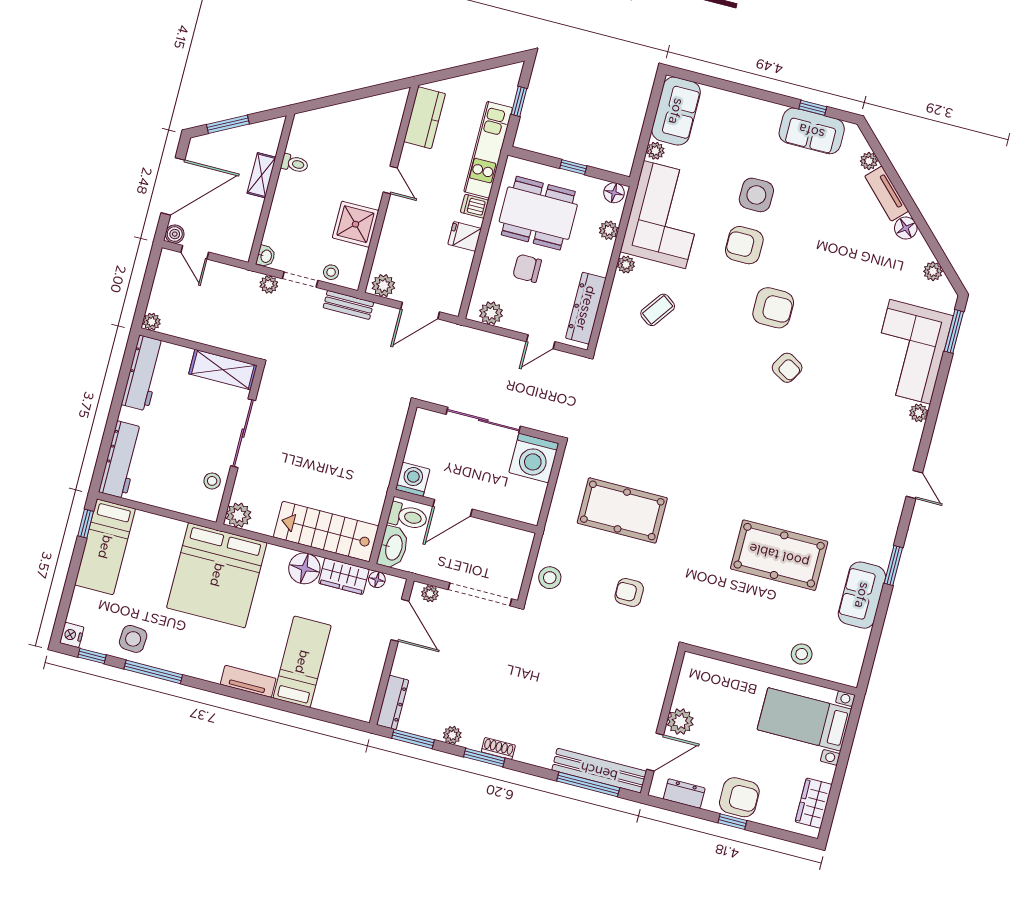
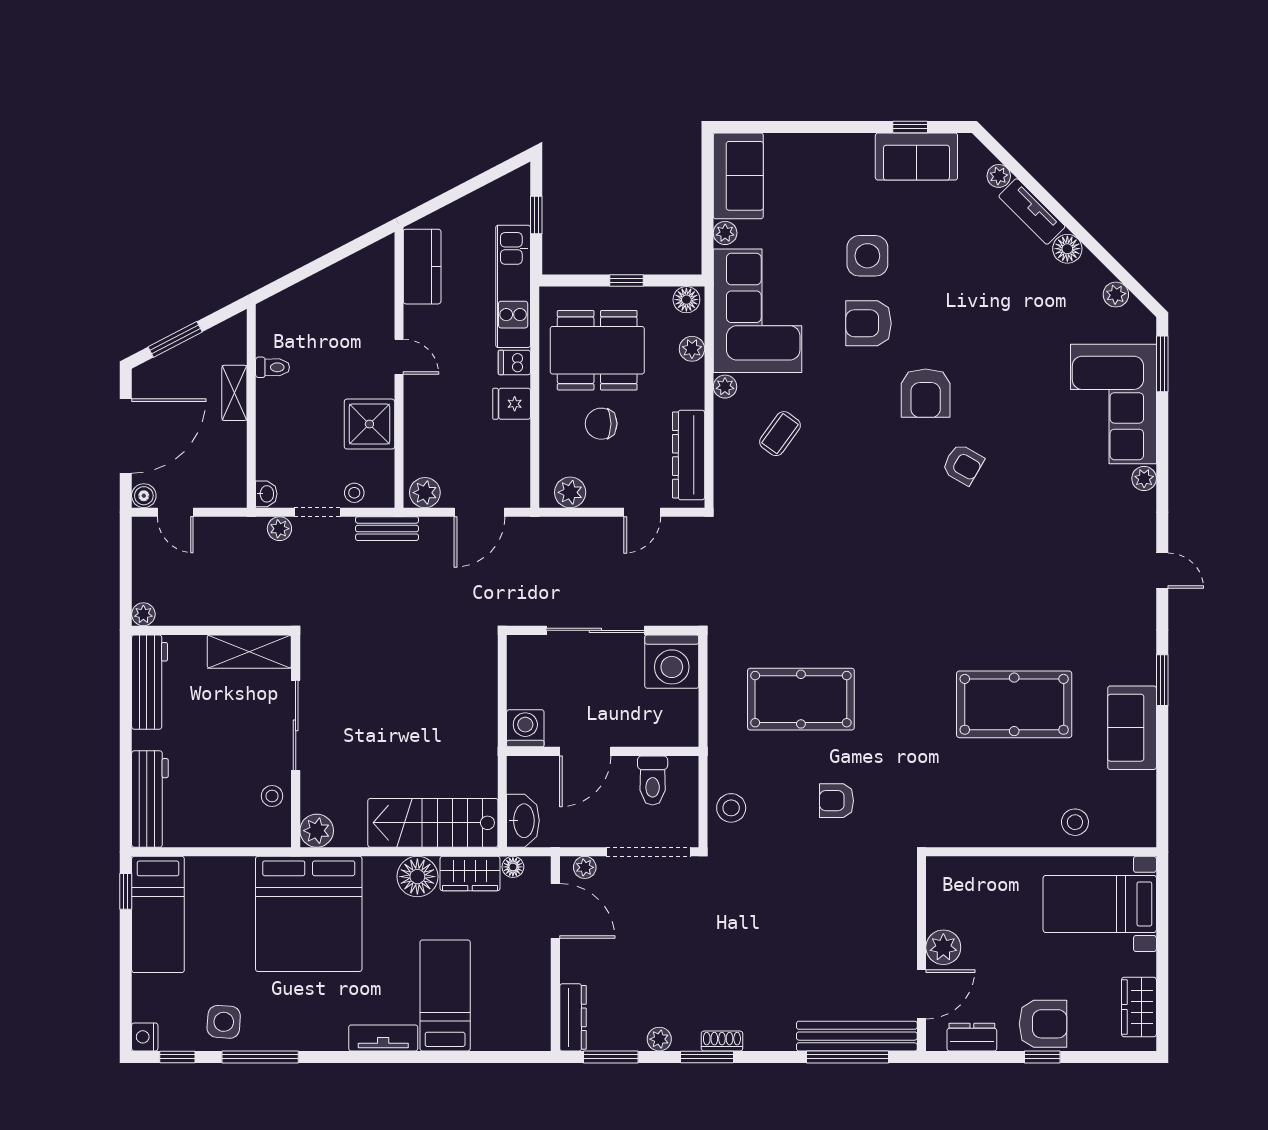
armchair: (773, 308) -> (926, 393), turned 90
toilet: (408, 516) -> (653, 780), moved, turned 90

